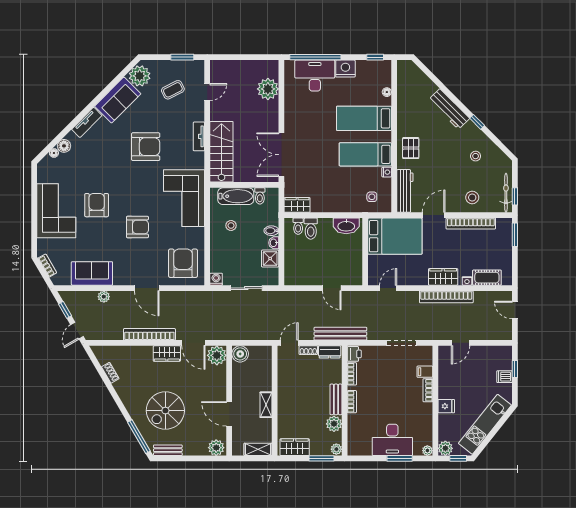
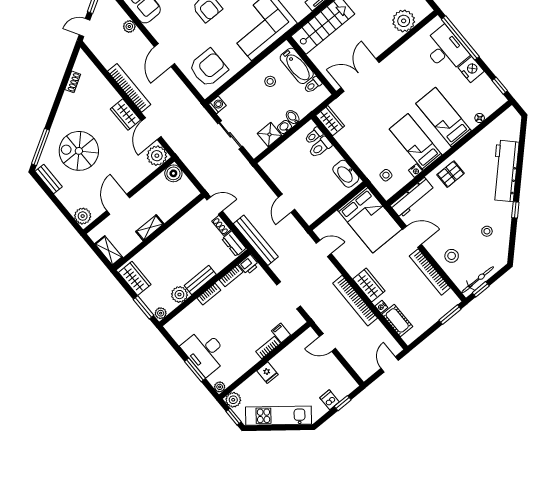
workbench: (449, 109) -> (505, 171), width x1.36, depth x1.32

